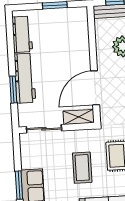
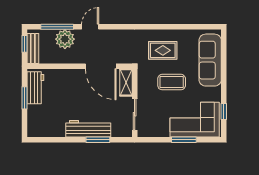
workbench: (22, 34) -> (35, 88), moved, turned 90

